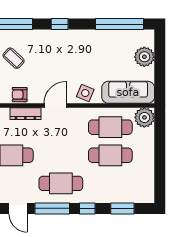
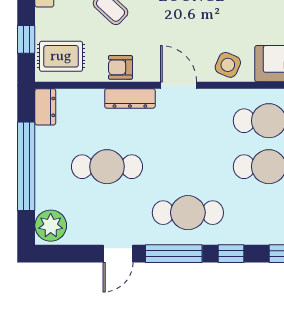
door: (55, 105) -> (179, 85), hinge flipped
door: (18, 208) -> (118, 254), hinge flipped

